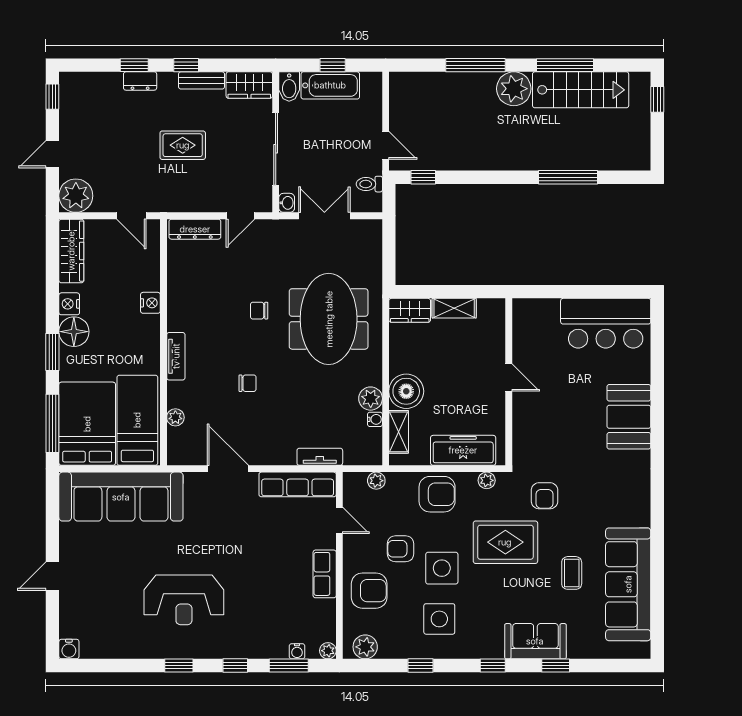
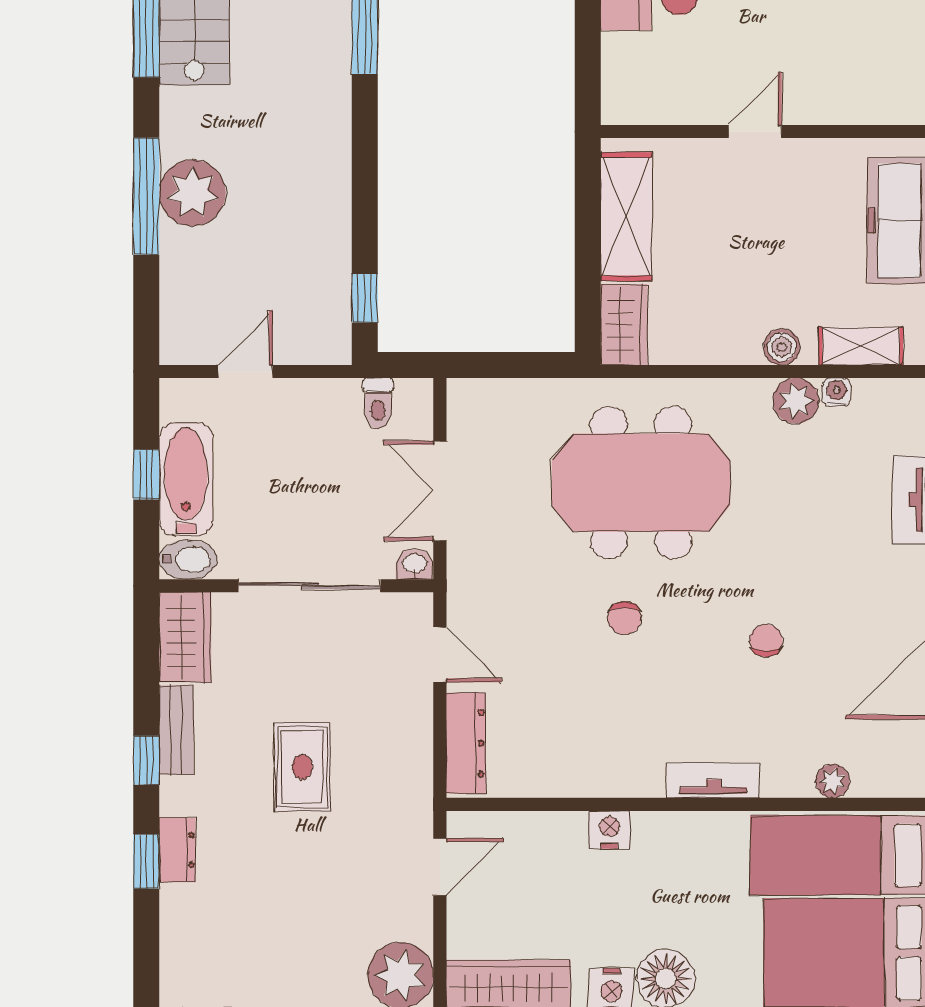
plant: (514, 89) -> (192, 193), moved
door: (386, 145) -> (245, 372), moved
shelving: (454, 308) -> (626, 217), width x1.50, depth x1.33
boiler: (406, 391) -> (782, 347), width x0.54, depth x0.54

